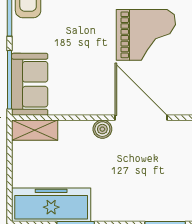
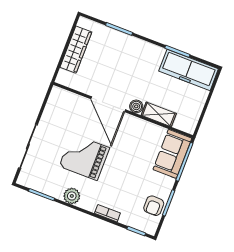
shelving: (35, 130) -> (159, 114), moved

